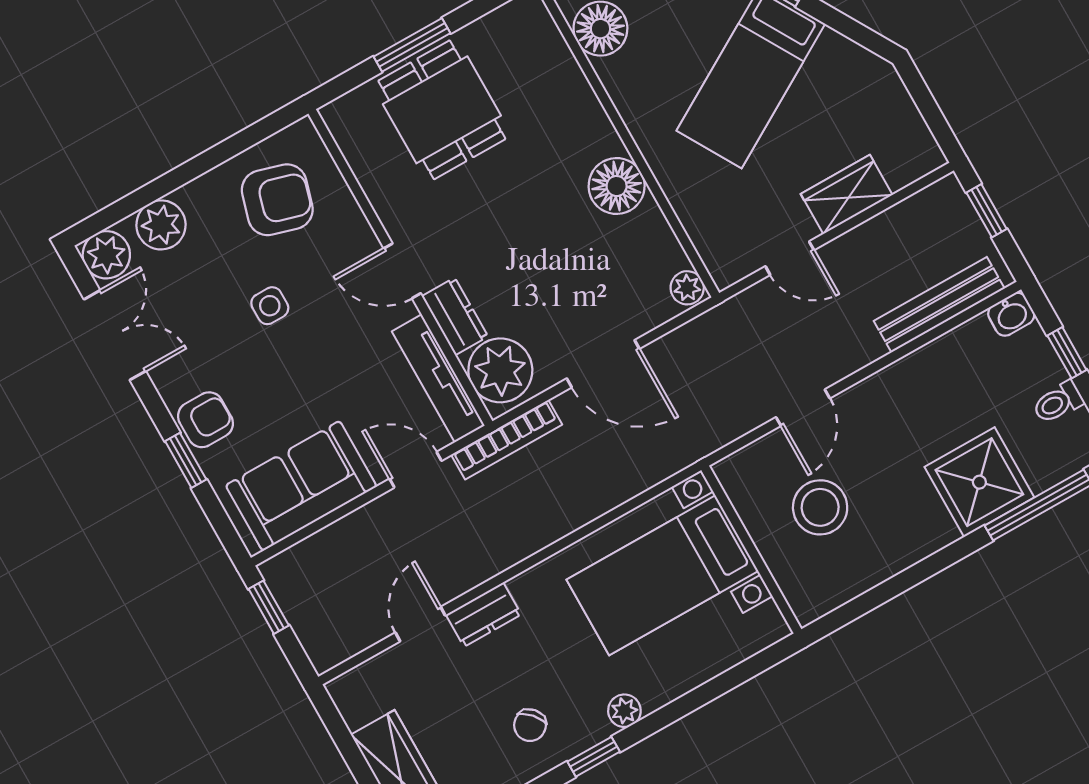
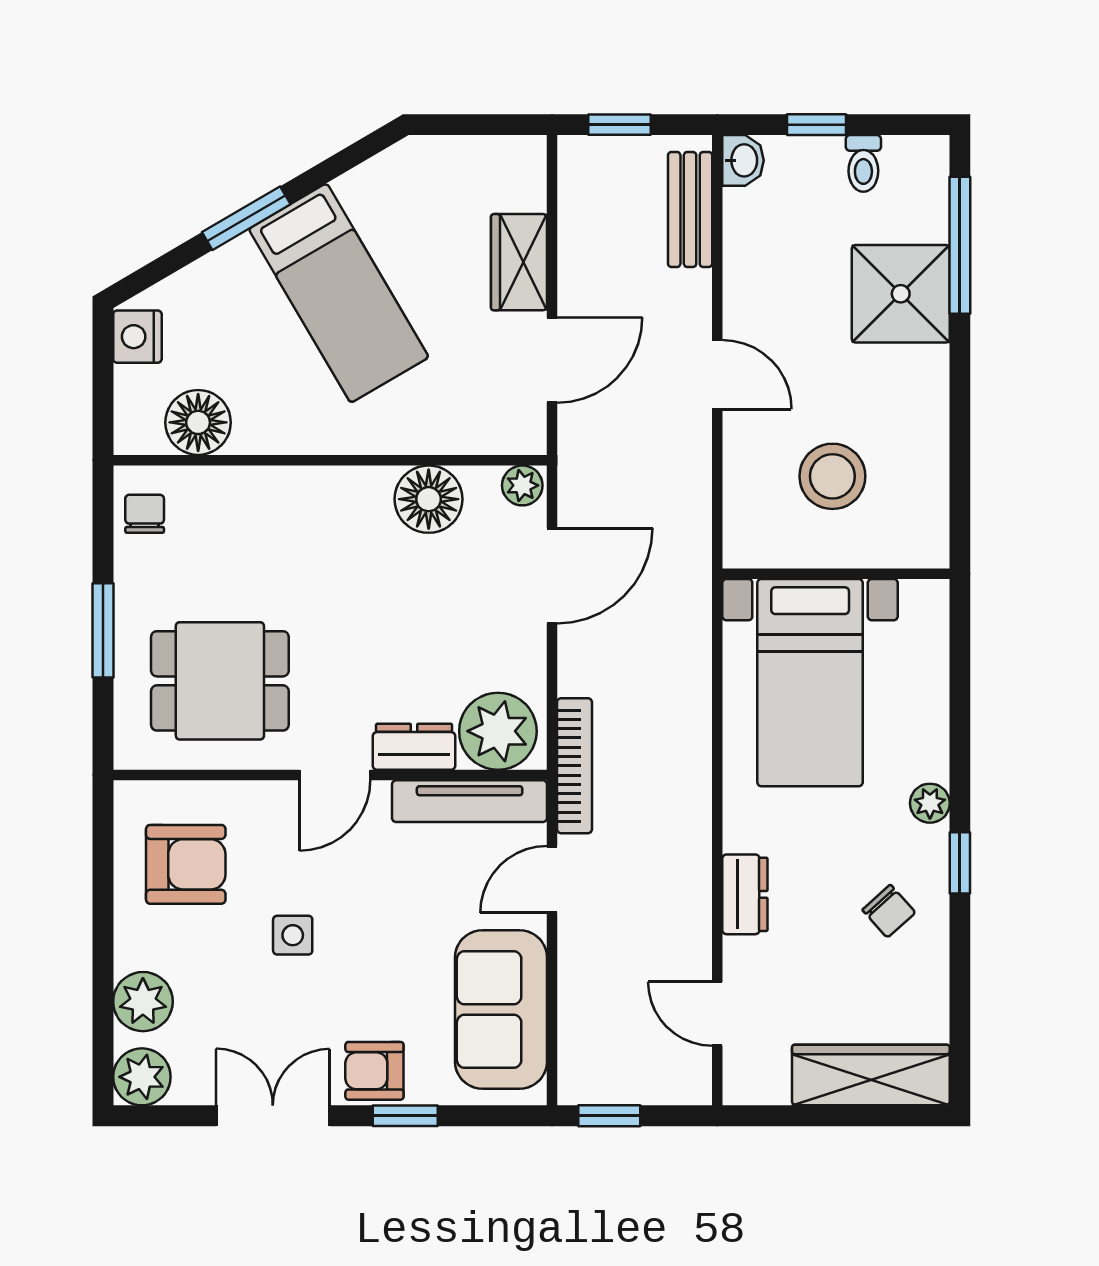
chair: (513, 27) -> (145, 514), added
dining table: (442, 110) -> (220, 681), moved
floor lamp: (617, 186) -> (429, 499), moved
armchair: (277, 200) -> (186, 864), turned 74
door: (790, 258) -> (552, 360), width x1.38
bench: (939, 305) -> (690, 209), width x0.73
double door: (115, 335) -> (273, 1116), moved
door: (603, 364) -> (552, 576), moved
door: (803, 408) -> (717, 374), moved
armchair: (205, 420) -> (374, 1071), turned -90
door: (420, 624) -> (717, 1014), moved

